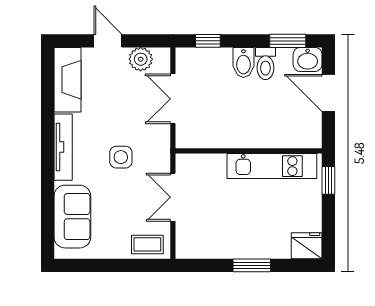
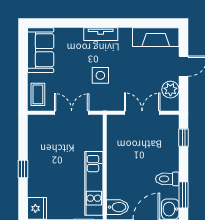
bidet: (243, 62) -> (117, 207), moved, turned 180
tv unit: (63, 147) -> (101, 34), width x0.71
sofa: (72, 217) -> (41, 50), moved, turned -90
window: (252, 265) -> (23, 169), width x0.67

